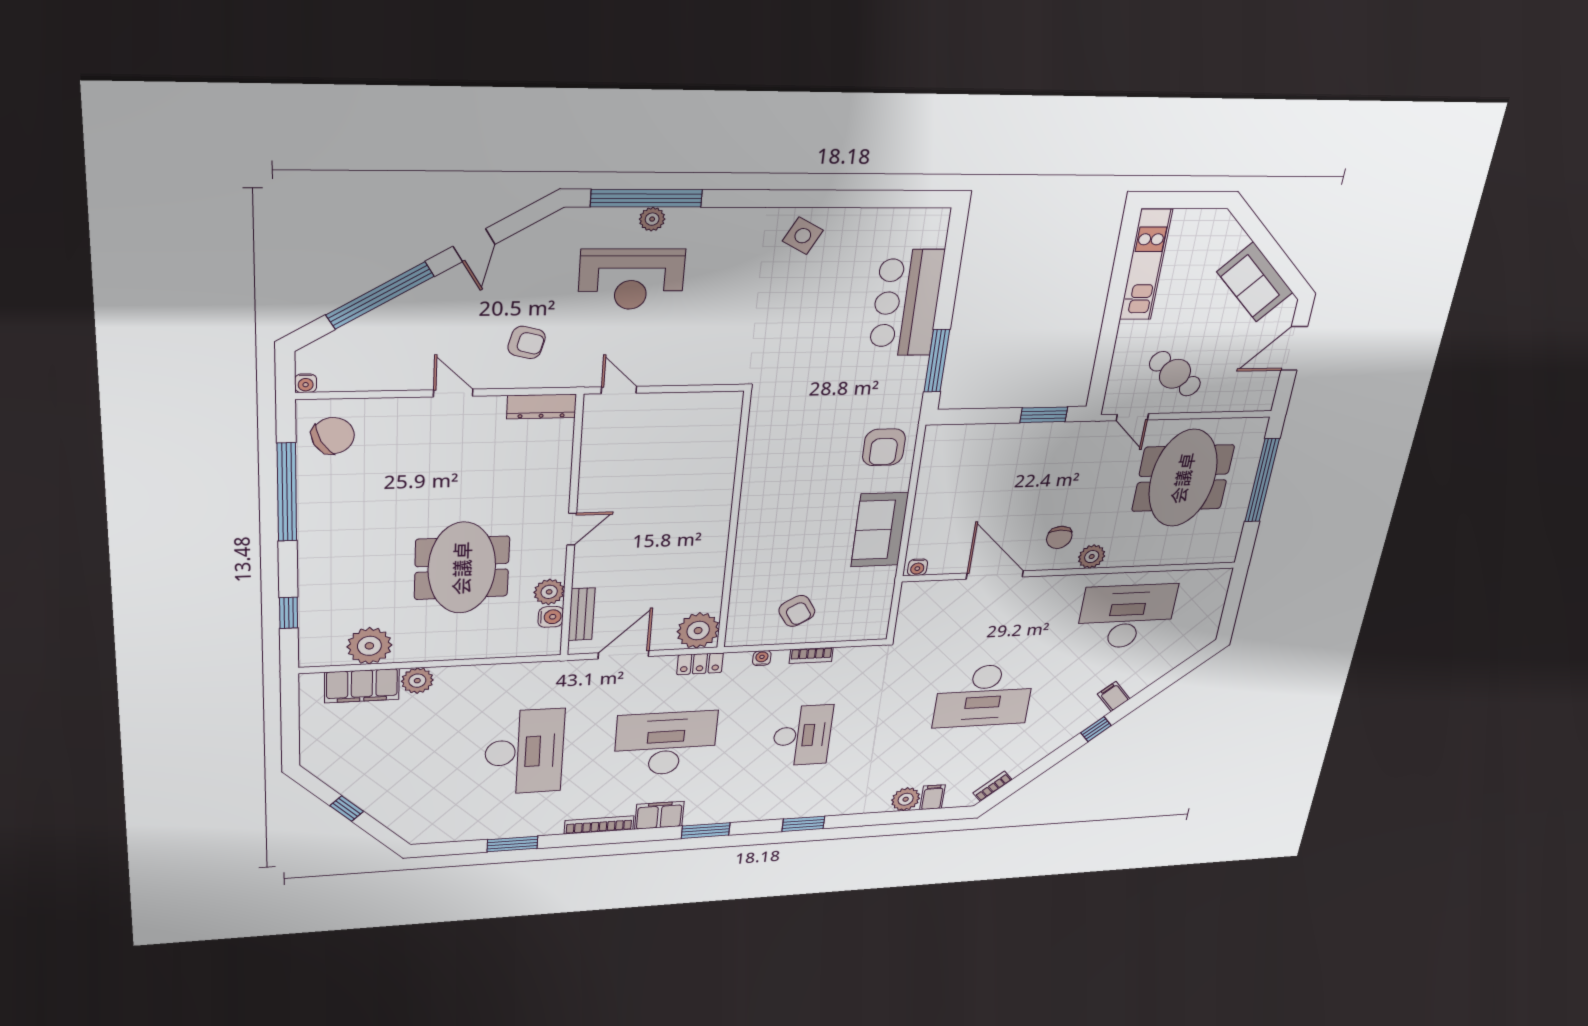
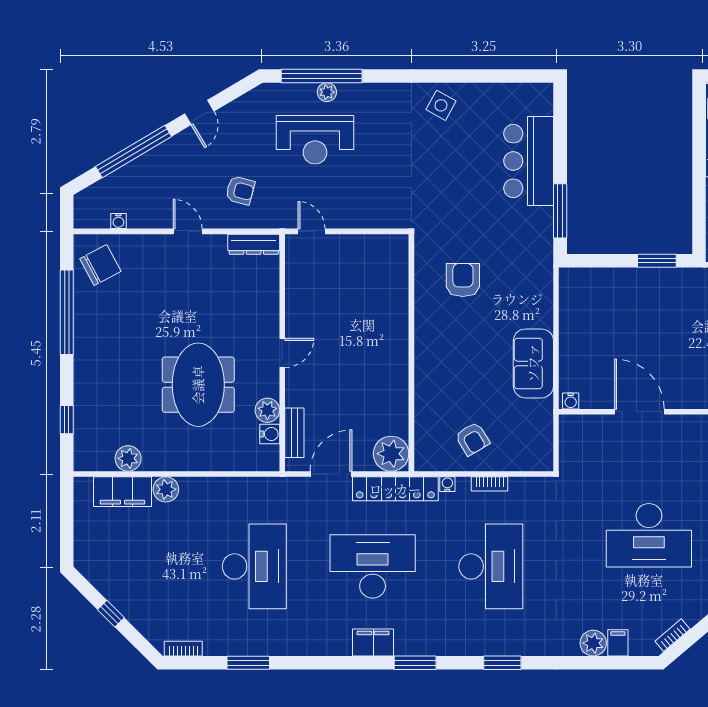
water cooler: (306, 383) -> (118, 221), moved
armchair: (884, 447) -> (463, 280), moved, turned 180
chair: (1059, 537) -> (690, 377), removed
plant: (369, 646) -> (128, 458), width x0.73, depth x0.73
locker: (700, 664) -> (395, 489), width x2.16, depth x1.21
desk: (802, 735) -> (491, 566), width x1.36, depth x1.30
bookcase: (599, 825) -> (183, 649), moved, width x0.64

